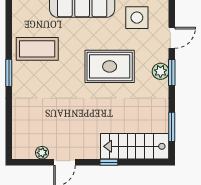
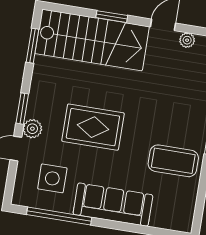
plant: (160, 71) -> (32, 129), moved
stairs: (135, 146) -> (92, 40), width x1.36, depth x1.51
window: (109, 162) -> (112, 17), width x1.50

